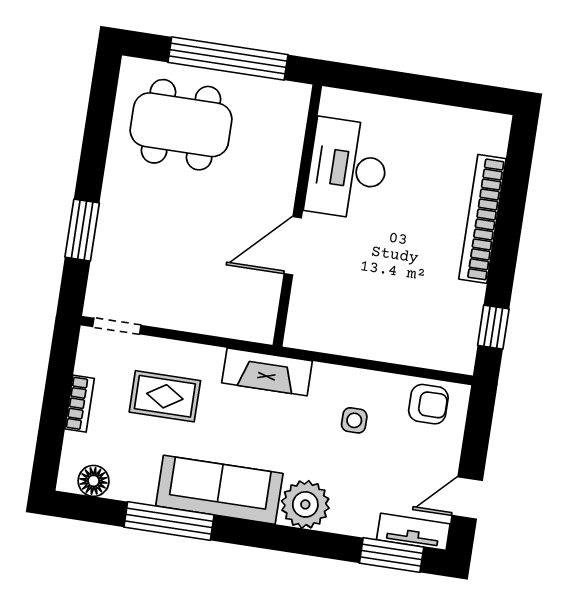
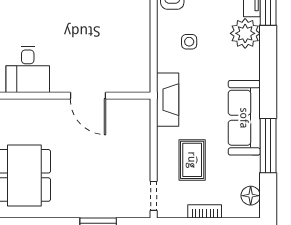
desk: (347, 169) -> (28, 69), width x0.73
plant: (305, 504) -> (245, 33), moved

